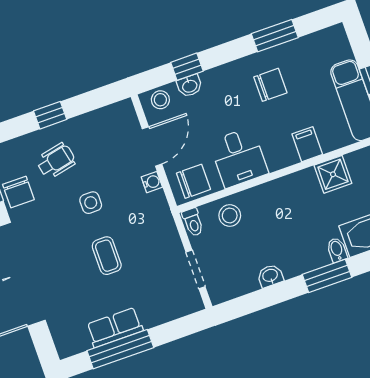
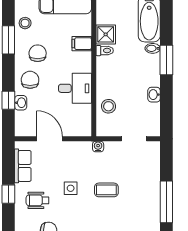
stool: (160, 100) -> (25, 23), moved
wheelchair: (56, 161) -> (38, 200), turned -78
chair: (193, 181) -> (30, 80), moved
water cooler: (152, 182) -> (98, 147), moved
toilet: (193, 222) -> (105, 51), moved
row of seats: (115, 328) -> (23, 166), moved, turned 180

